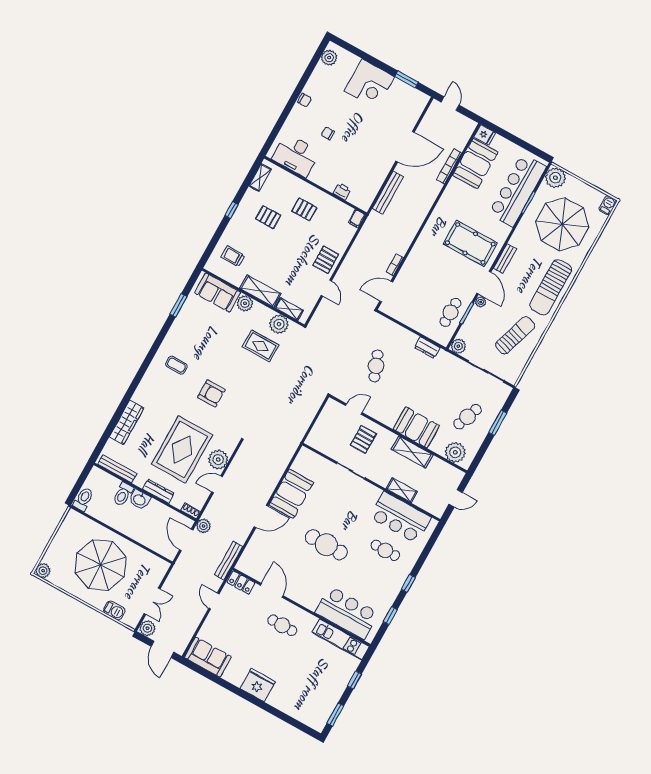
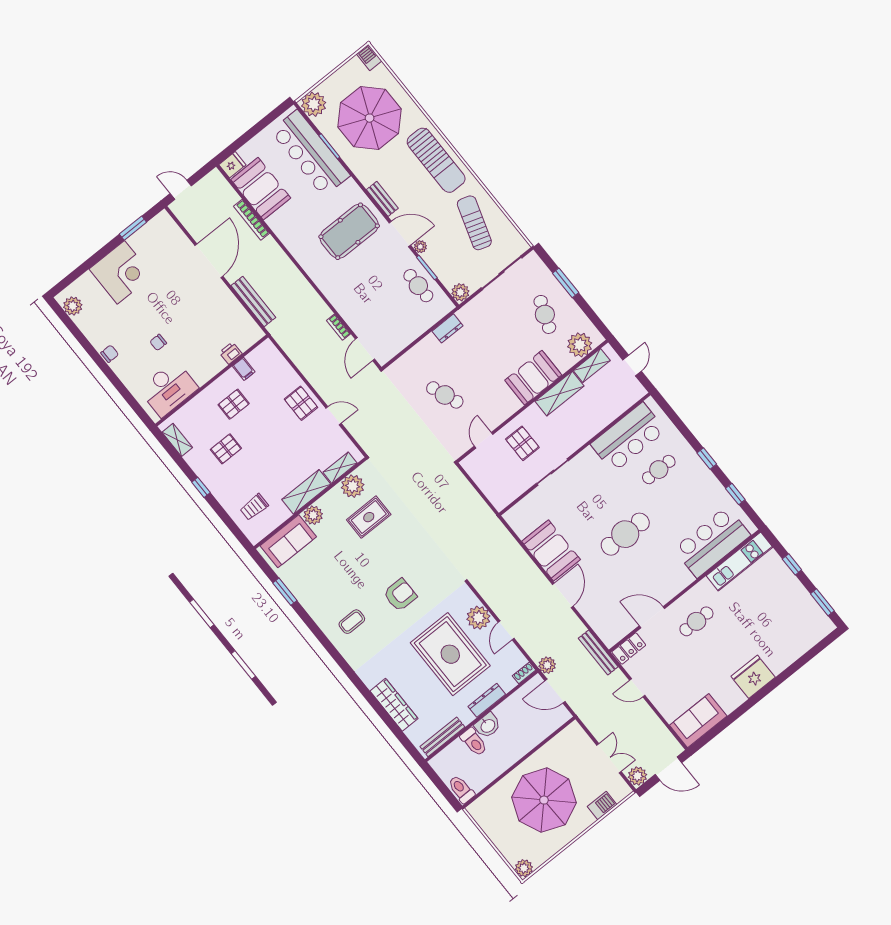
filing cabinet: (357, 219) -> (244, 369), moved
shelving: (402, 490) -> (592, 366), moved

